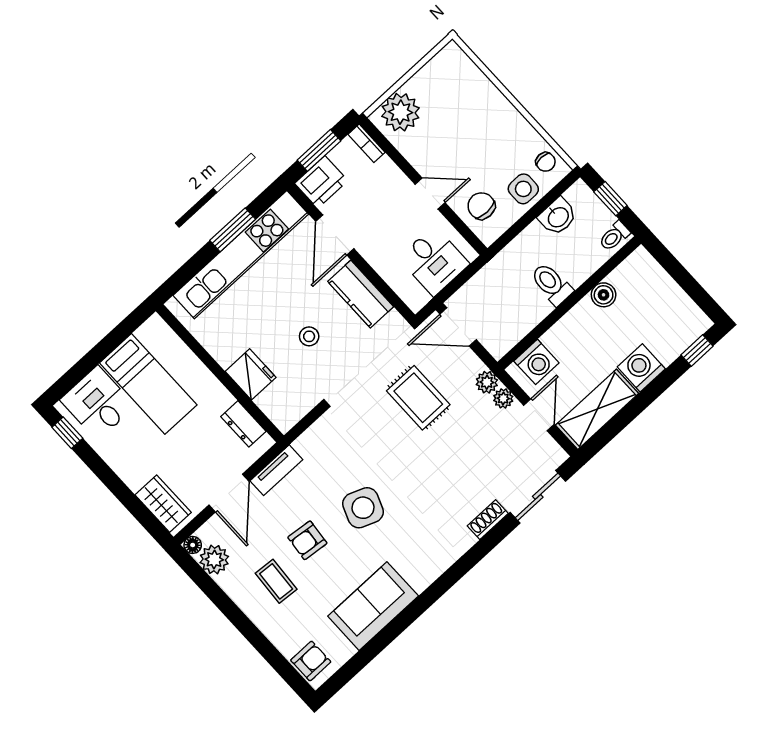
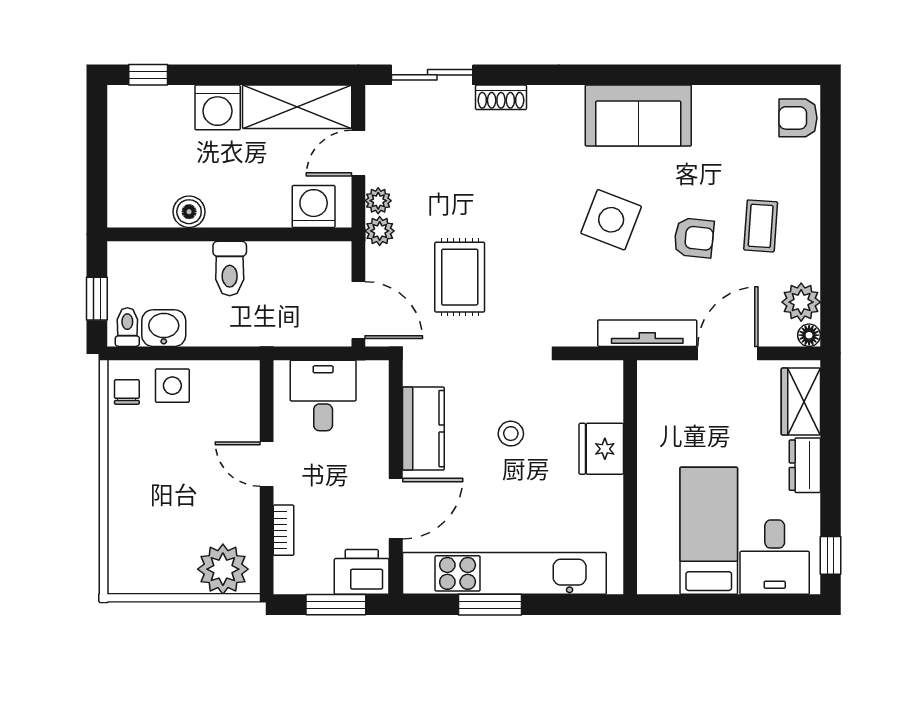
bookcase: (366, 143) -> (284, 530), moved
chair: (481, 206) -> (228, 406), removed
toilet: (614, 236) -> (127, 327), moved, turned -90
dresser: (243, 424) -> (805, 465), moved, turned 180
tv unit: (276, 470) -> (647, 333), width x1.41
sofa: (373, 606) -> (638, 116), moved

